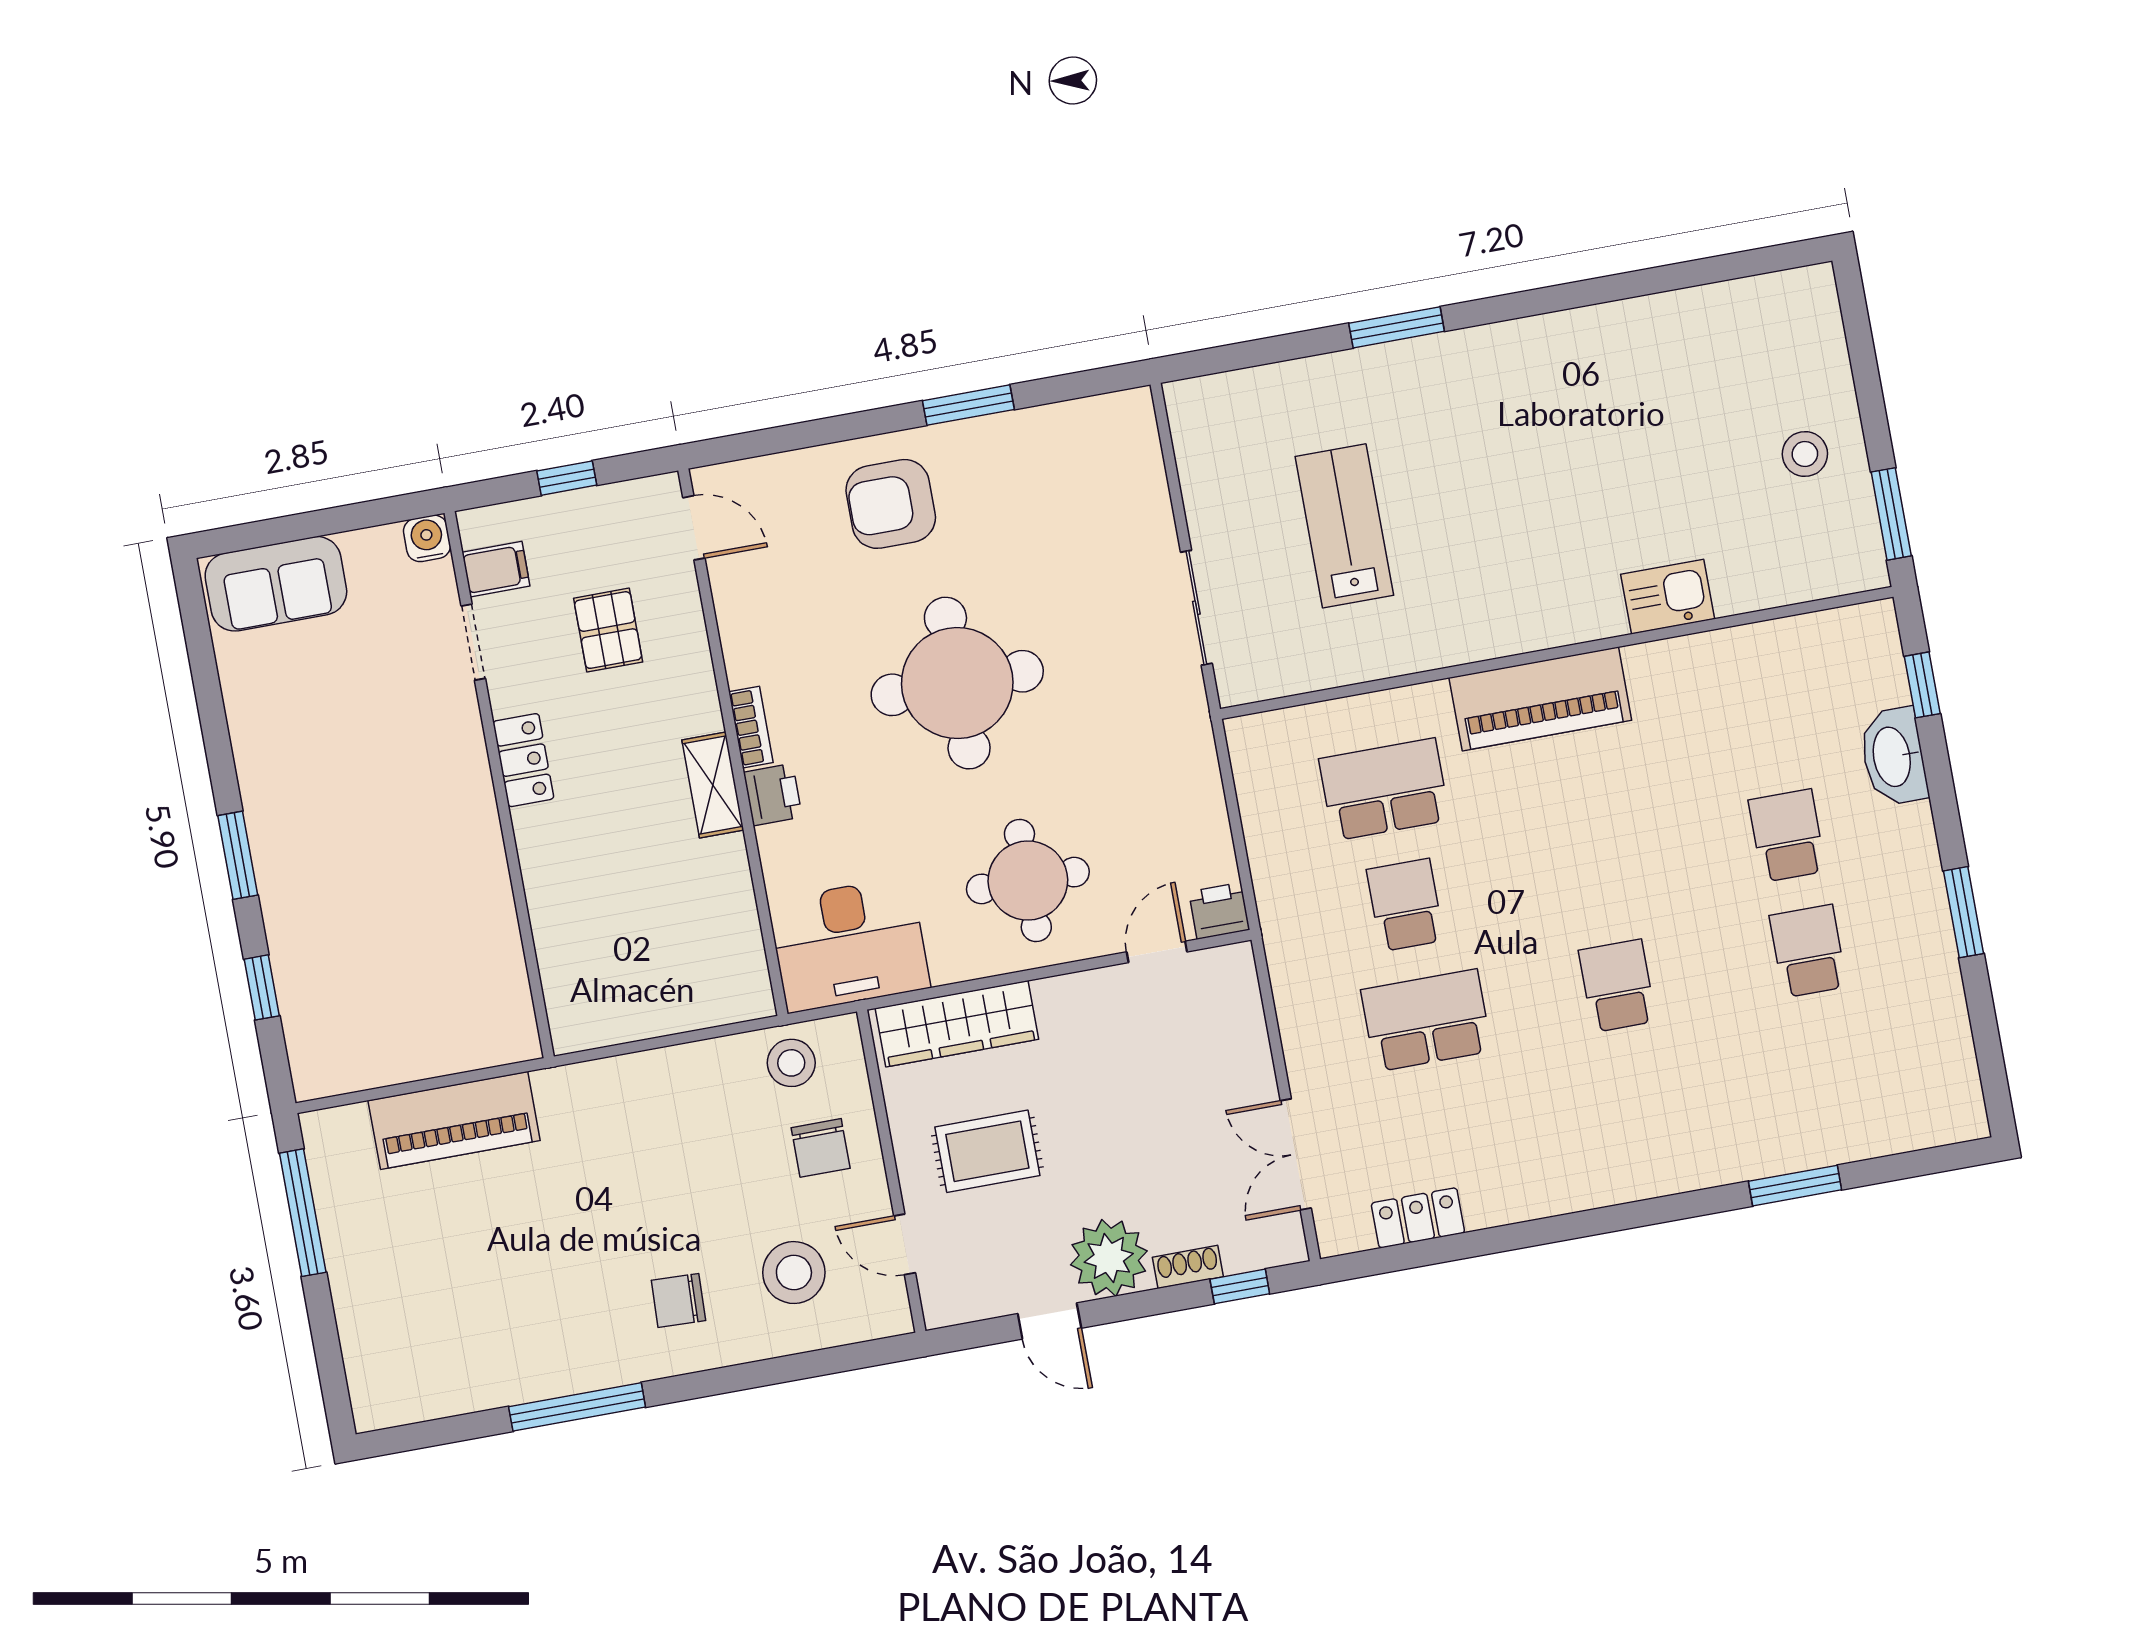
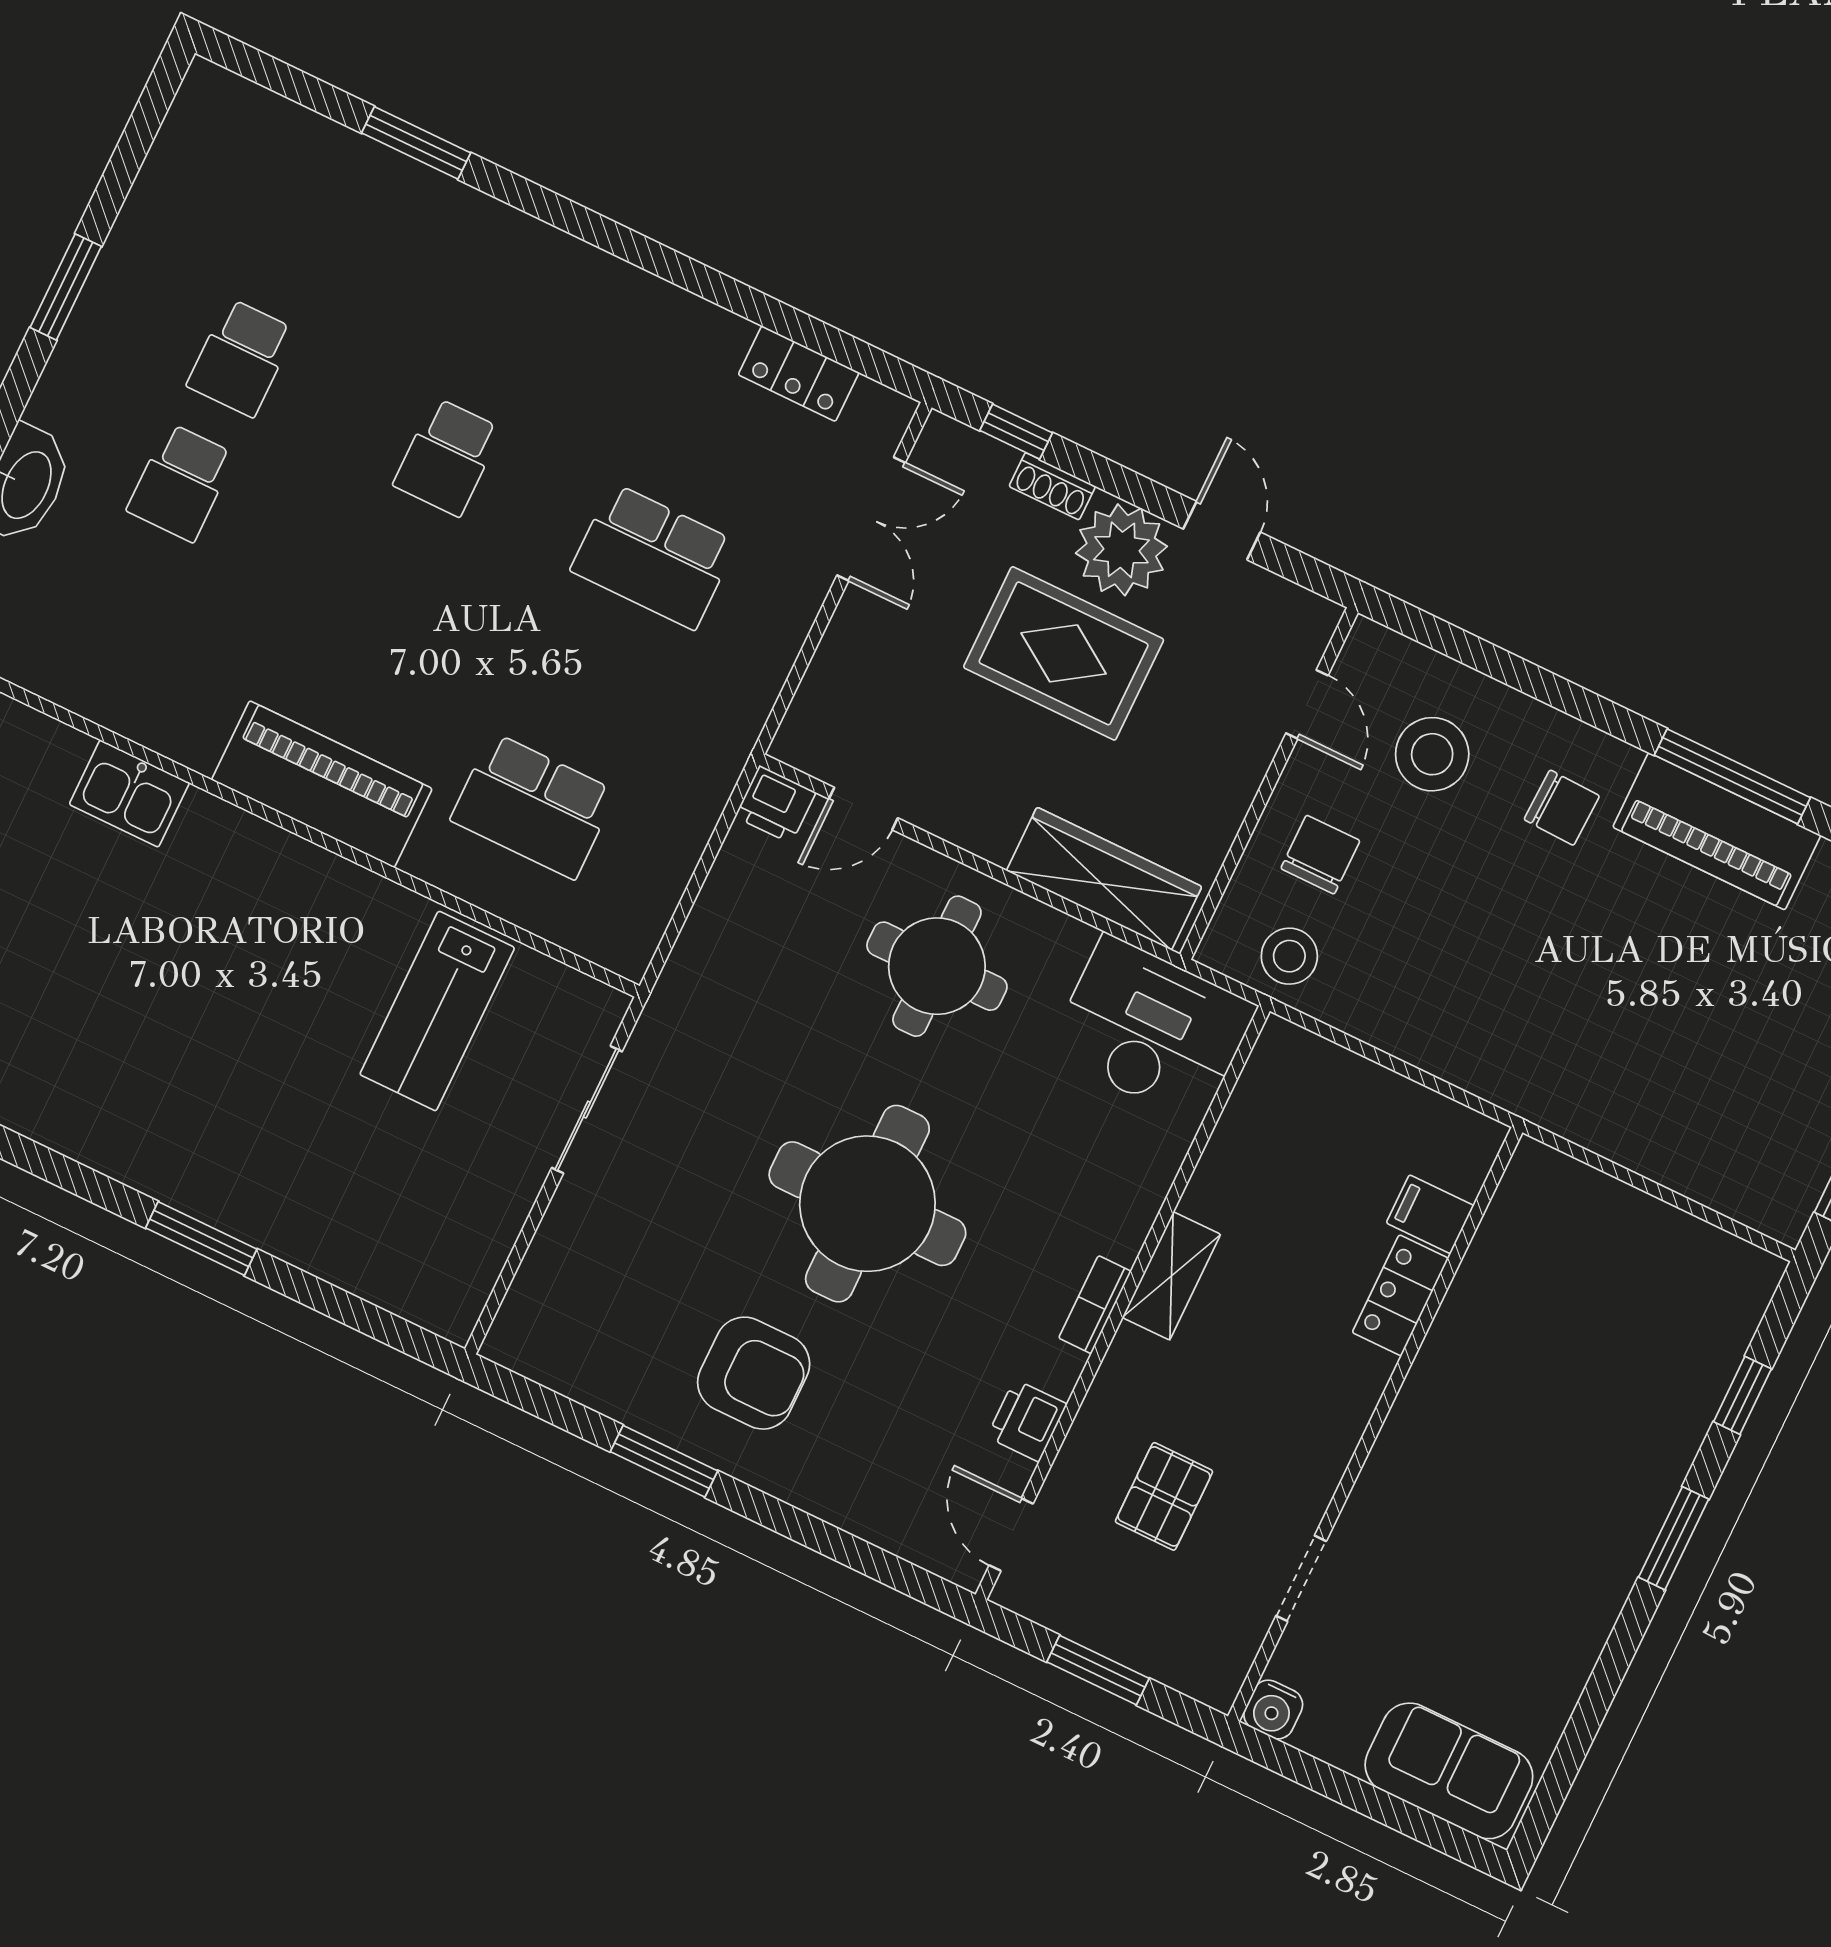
window: (567, 478) -> (1098, 1670), width x1.50
armchair: (891, 504) -> (754, 1373), moved
lab bench: (1344, 526) -> (437, 1011), moved
filing cabinet: (496, 569) -> (1430, 1214), moved
locker: (523, 760) -> (1400, 1295), moved
printer: (773, 795) -> (1027, 1421), moved
school desk: (1405, 905) -> (594, 681), removed
piano: (454, 1120) -> (1717, 831), moved, turned 180
rug: (987, 1151) -> (1064, 653), moved, width x1.36, depth x1.43

